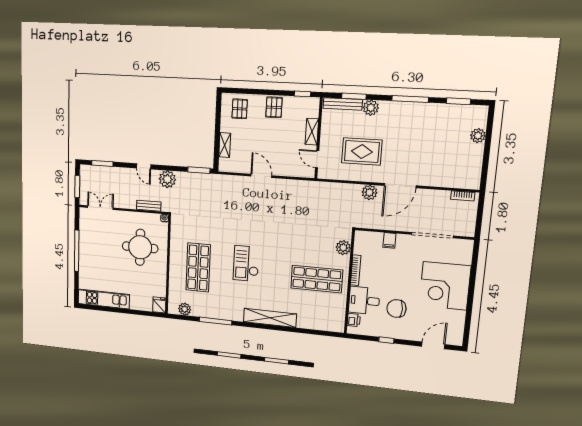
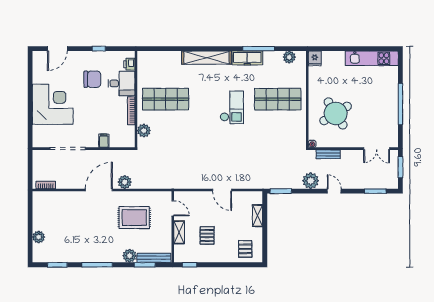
pallet: (274, 107) -> (207, 235), moved
round table: (140, 247) -> (336, 113), turned -32
shop shelf: (198, 268) -> (278, 99), turned 90
freezer: (227, 313) -> (247, 58), added

